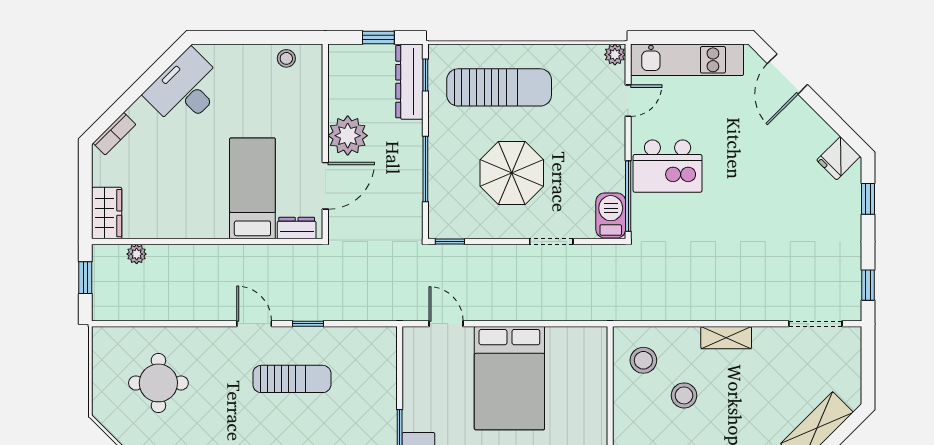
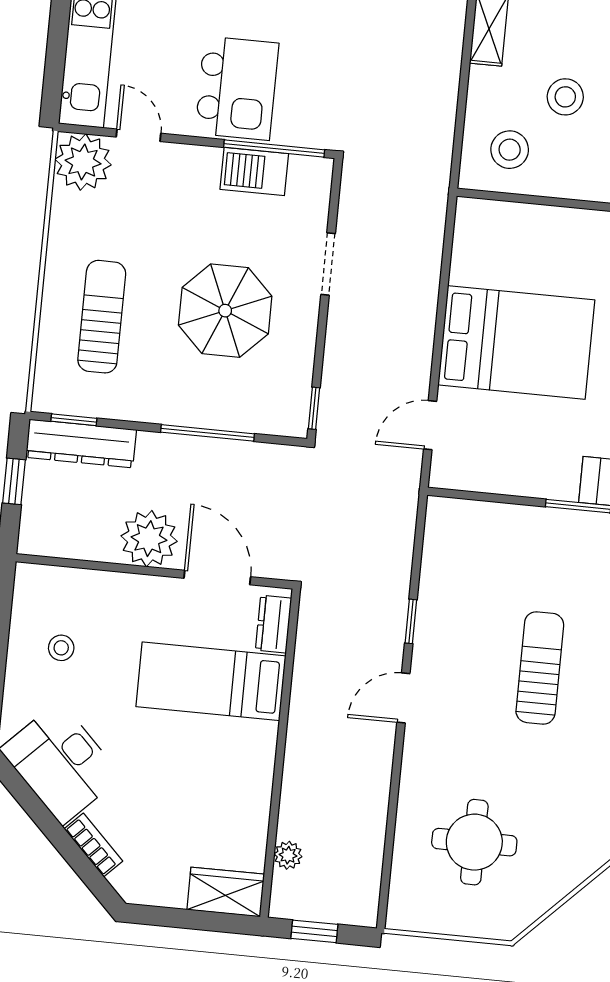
plant: (615, 55) -> (83, 162), width x1.88, depth x1.88
stool: (286, 58) -> (61, 648), moved
sun lounger: (499, 87) -> (102, 317), width x0.73, depth x0.75
bookcase: (114, 134) -> (93, 845), moved
barbecue: (611, 215) -> (254, 171), moved
sun lounger: (292, 379) -> (540, 668), moved

